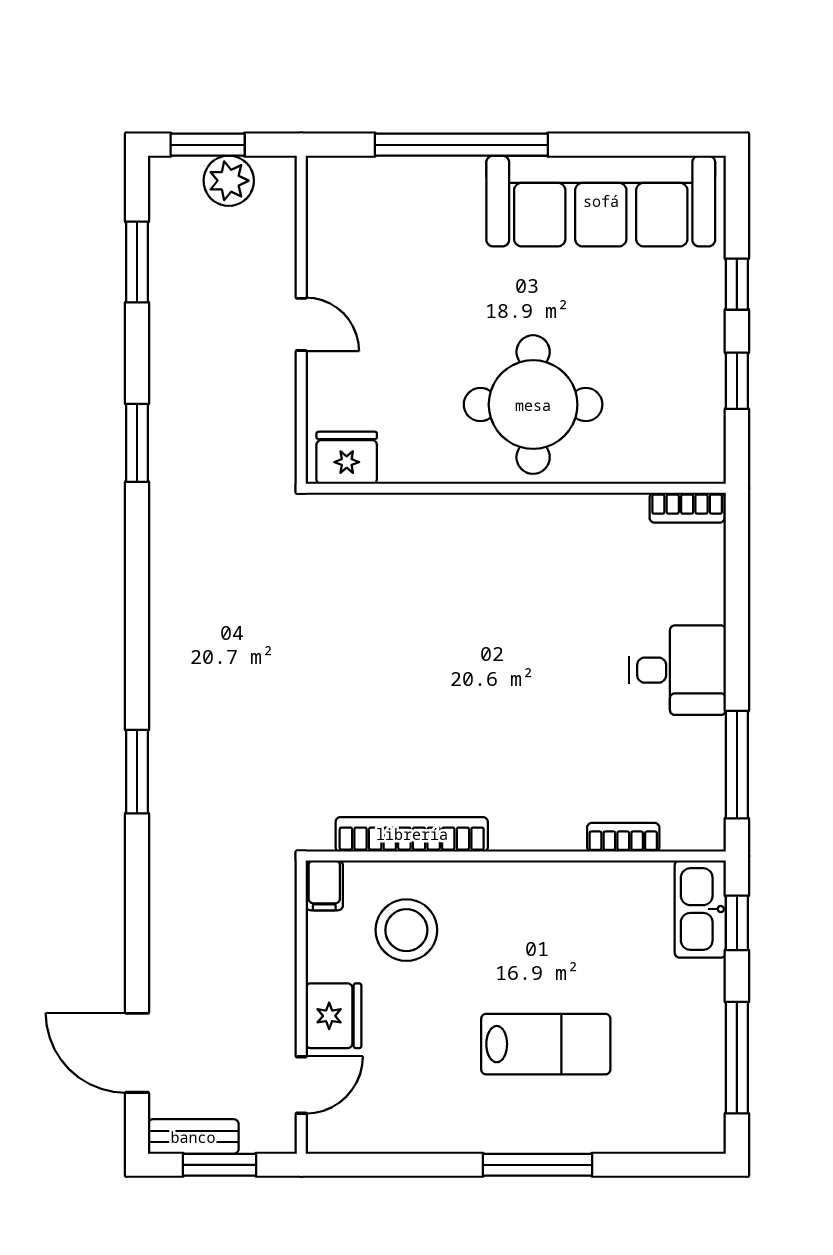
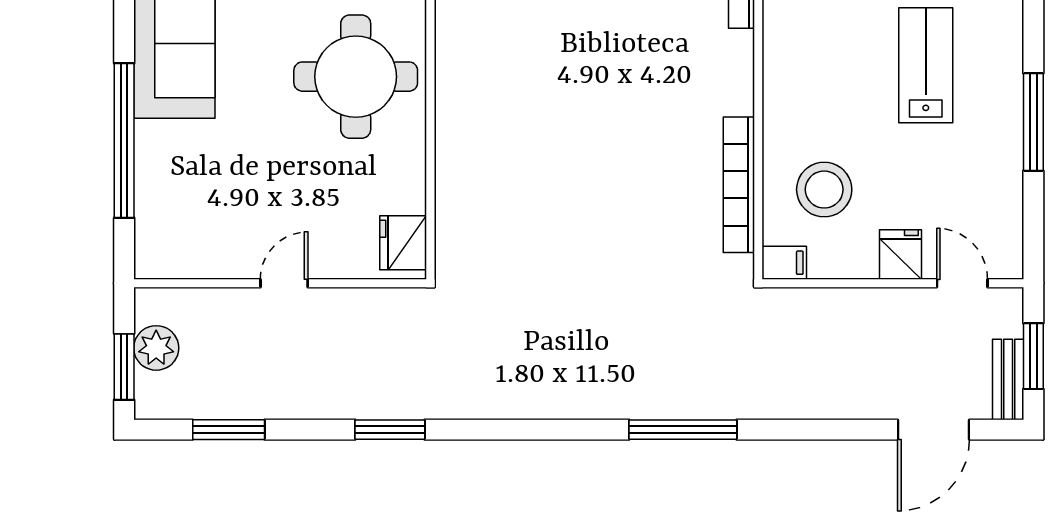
window: (137, 772) -> (683, 430), width x1.44
fridge: (334, 1016) -> (901, 255), width x0.72
window: (537, 1165) -> (1033, 122), moved

